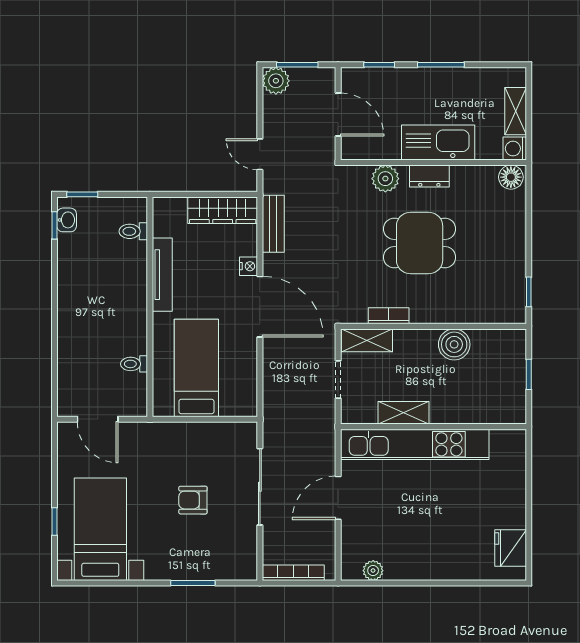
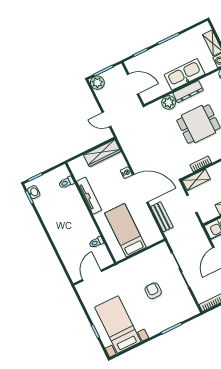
dresser: (429, 176) -> (188, 92), width x1.44
bench: (273, 224) -> (162, 217), moved
door: (98, 419) -> (92, 275), swing flipped
armchair: (193, 500) -> (153, 291), turned 90

